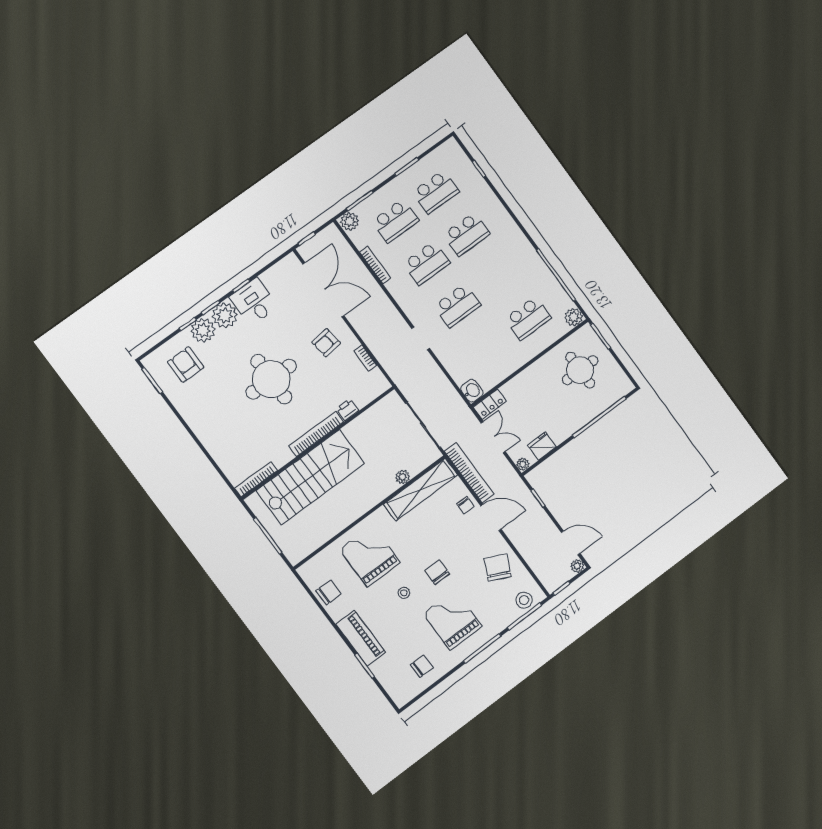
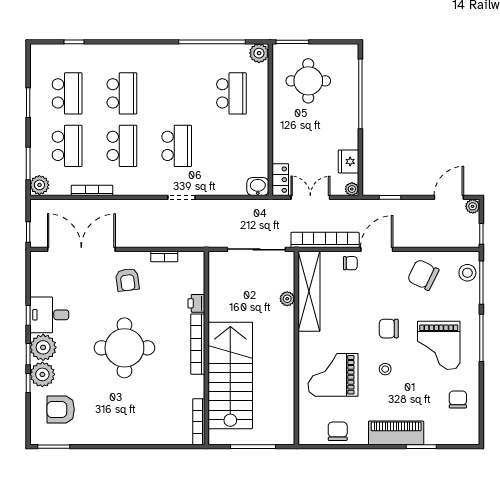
grand piano: (453, 620) -> (439, 345), turned -90

